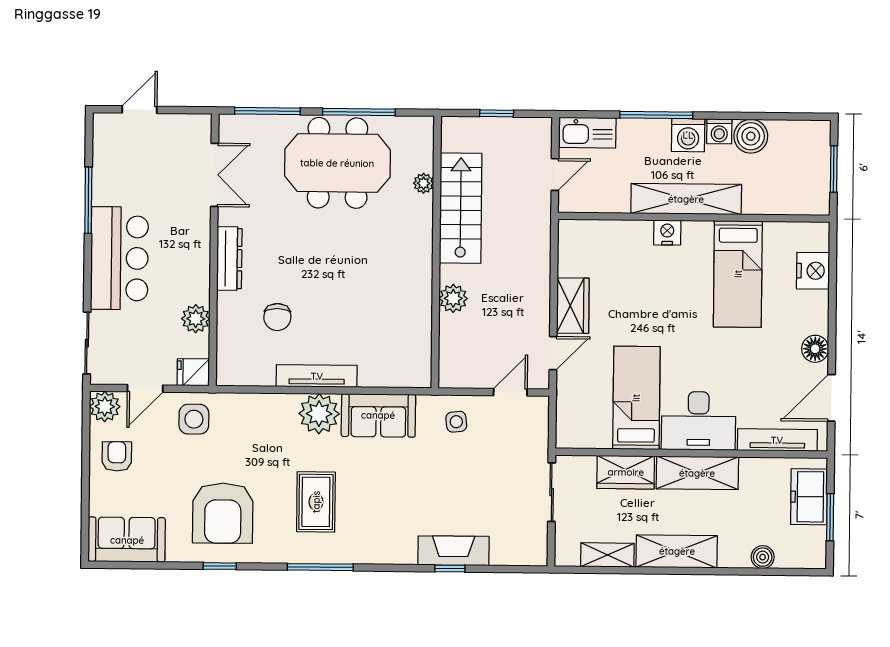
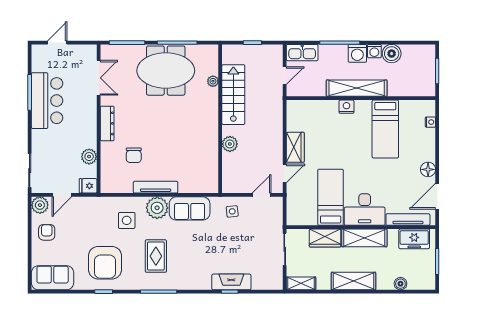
bar counter: (119, 258) -> (47, 101), moved
nightstand: (813, 271) -> (430, 122), width x0.53, depth x0.56
side table: (194, 419) -> (127, 220), moved
freezer: (809, 497) -> (414, 239), moved, turned -90
shelving: (607, 555) -> (301, 283), moved

